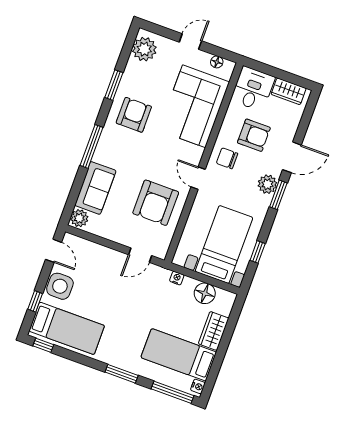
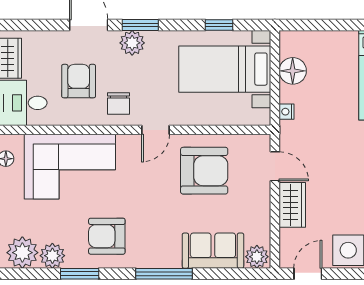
plant: (134, 70) -> (52, 256), added
wardrobe: (214, 331) -> (292, 205), moved, turned -90

